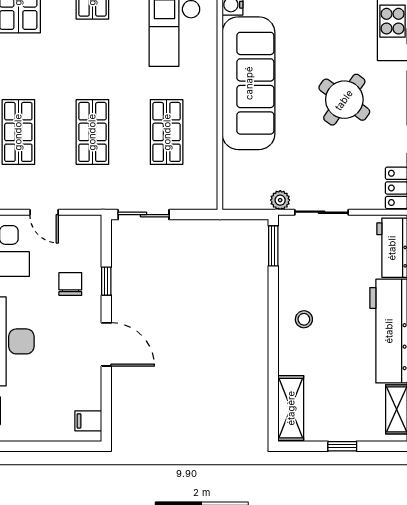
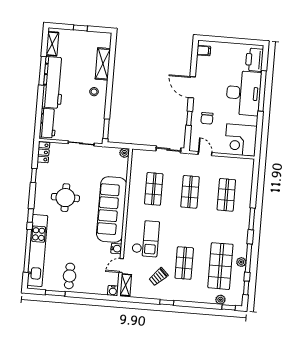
round table: (344, 100) -> (65, 198), turned -36
plant: (280, 200) -> (124, 153), moved
door: (44, 212) -> (205, 154), moved
shelving: (291, 408) -> (103, 64), moved

